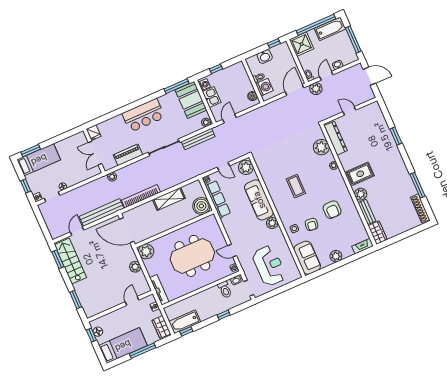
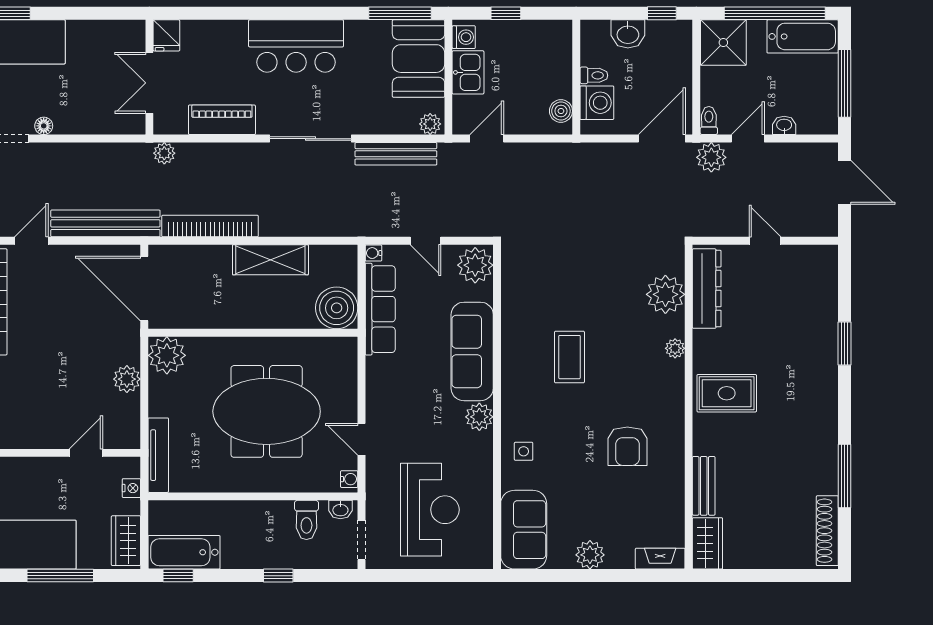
plant: (361, 194) -> (707, 439), removed
armchair: (312, 224) -> (567, 459), removed

